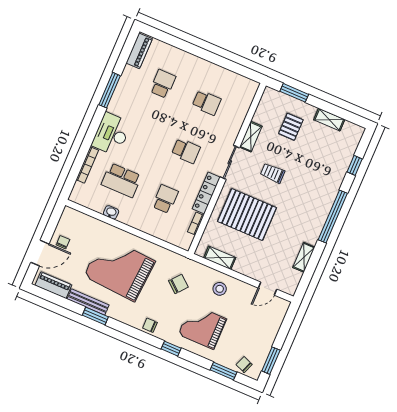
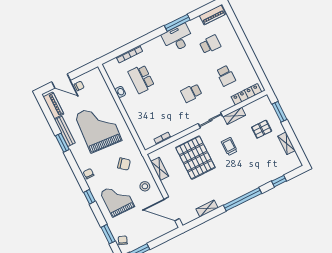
desk: (111, 134) -> (178, 38), moved
school desk: (186, 151) -> (191, 93), turned 90
locker: (206, 193) -> (246, 94), moved
school desk: (165, 199) -> (157, 110), removed
door: (268, 289) -> (172, 209), width x1.87

